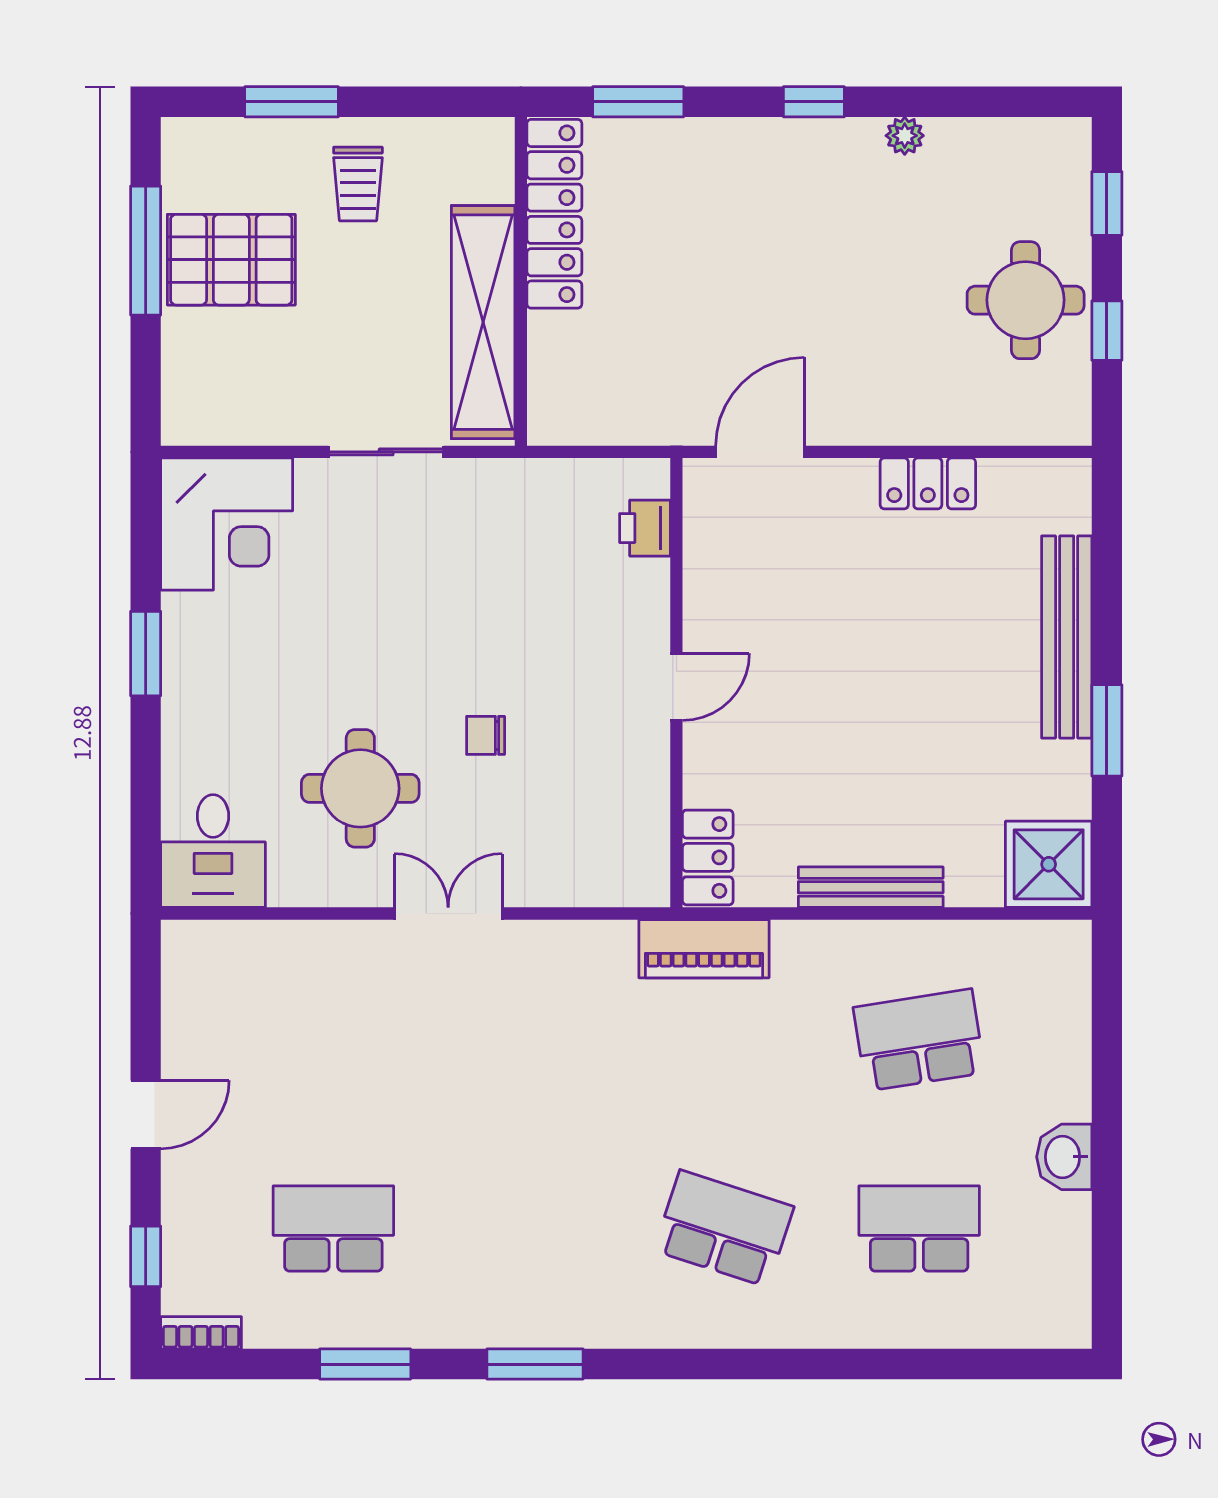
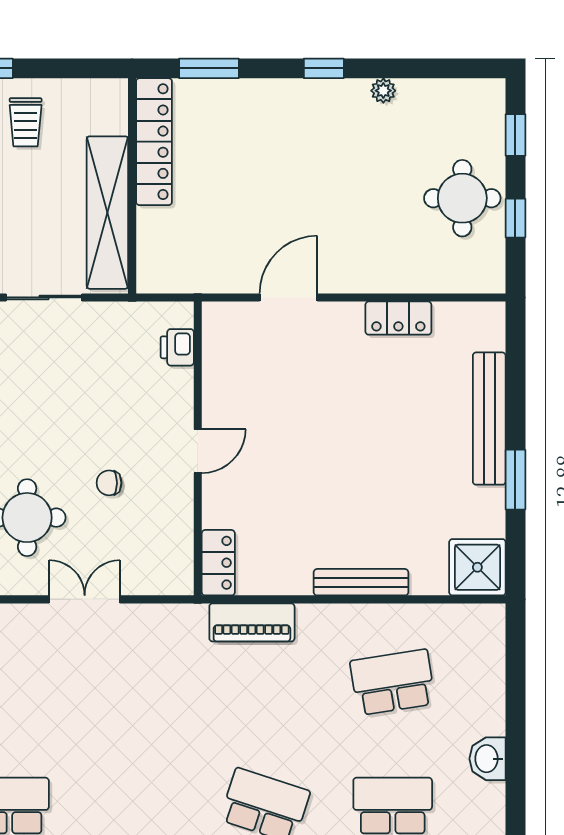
printer: (645, 528) -> (177, 347), moved
wall: (676, 683) -> (198, 448), moved
door: (676, 687) -> (198, 451), moved
locker: (708, 857) -> (218, 563), moved

